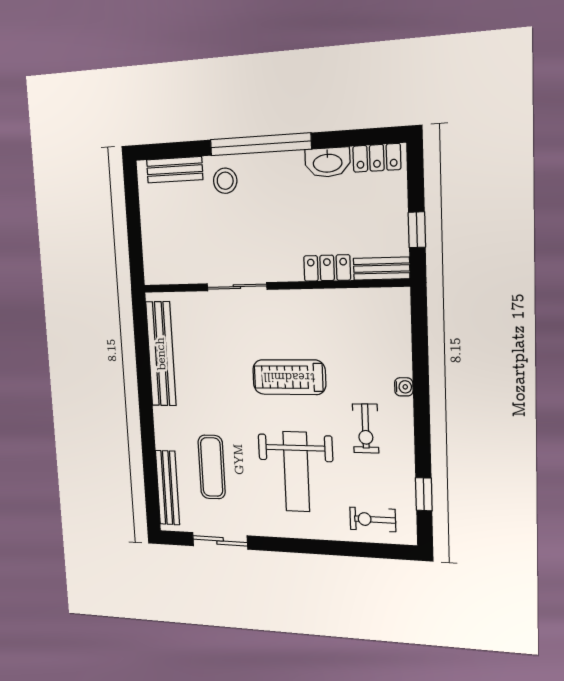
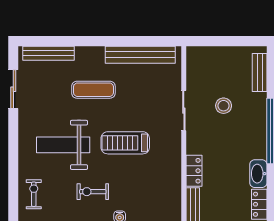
stool: (225, 181) -> (224, 106), moved
treadmill: (289, 377) -> (125, 143), turned -90
exercise mat: (212, 467) -> (93, 90), moved

